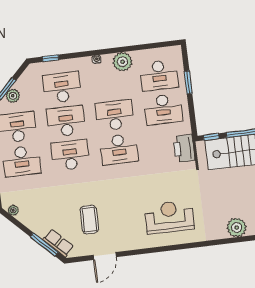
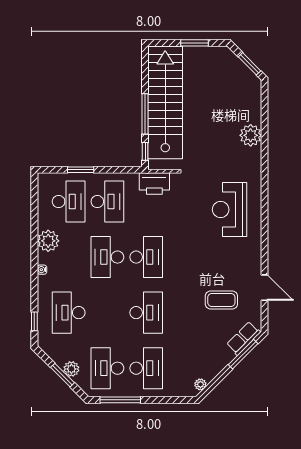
desk: (66, 121) -> (107, 313), removed
desk: (70, 155) -> (146, 313), turned 180

